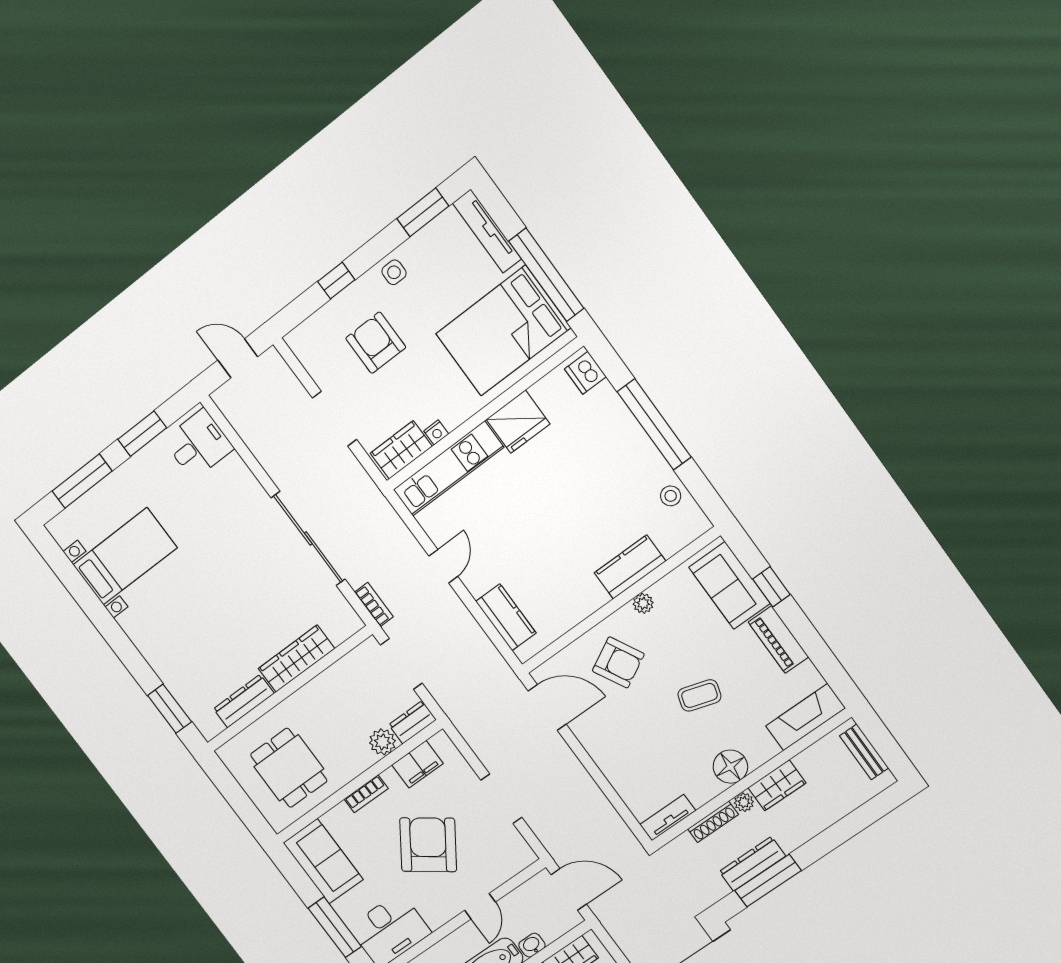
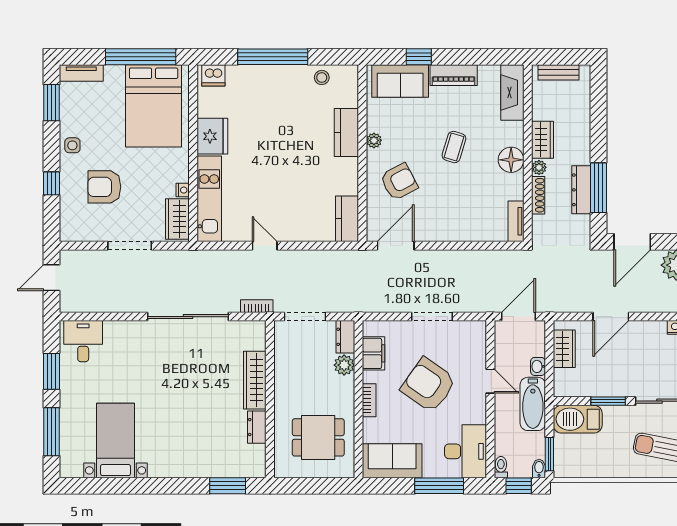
tv unit: (487, 231) -> (81, 73), width x0.71
kitchen counter: (506, 617) -> (347, 219), moved, turned -90
dresser: (244, 701) -> (257, 427), width x0.70

